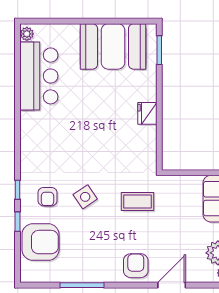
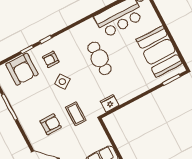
fridge: (147, 113) -> (110, 103), moved
cafe table: (80, 131) -> (100, 58), added
armchair: (136, 266) -> (51, 124), moved

